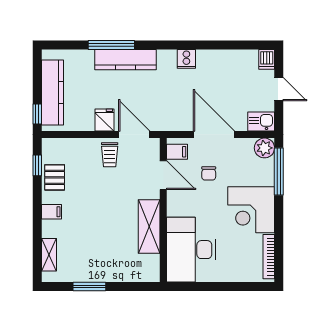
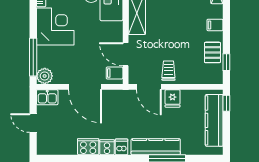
dishwasher: (267, 59) -> (122, 147), moved
cooker: (210, 60) -> (88, 147), added
chair: (209, 173) -> (89, 56), removed

